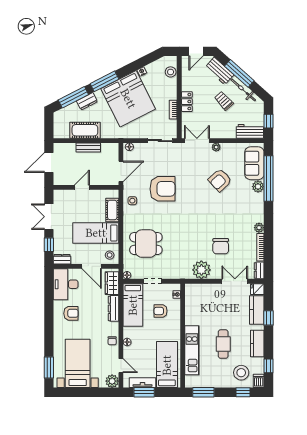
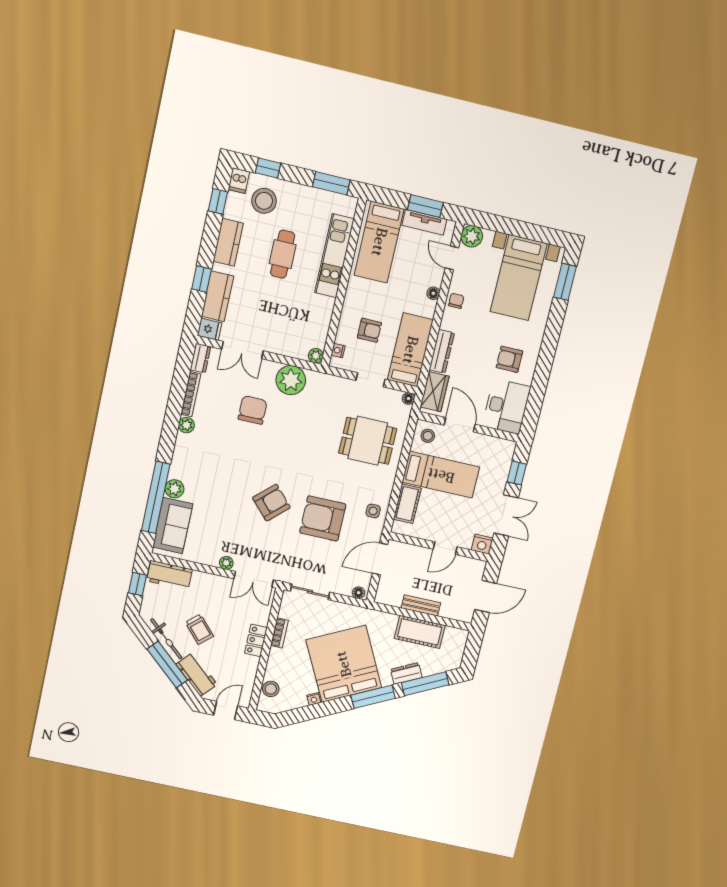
armchair: (220, 180) -> (271, 503), moved
nightstand: (59, 195) -> (482, 544), added
dresser: (62, 259) -> (502, 446), removed
plant: (190, 288) -> (316, 356), added

